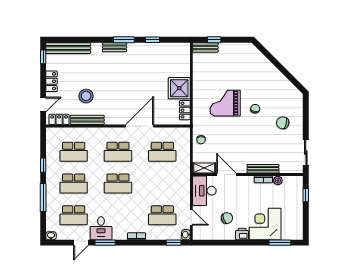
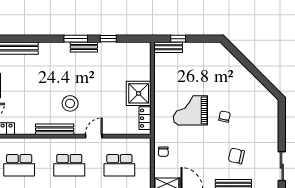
bench: (115, 47) -> (84, 47), moved
stool: (86, 96) -> (70, 103), moved
bench: (87, 120) -> (55, 129), moved
chair: (283, 123) -> (236, 156), moved
door: (140, 126) -> (94, 136), width x0.53

